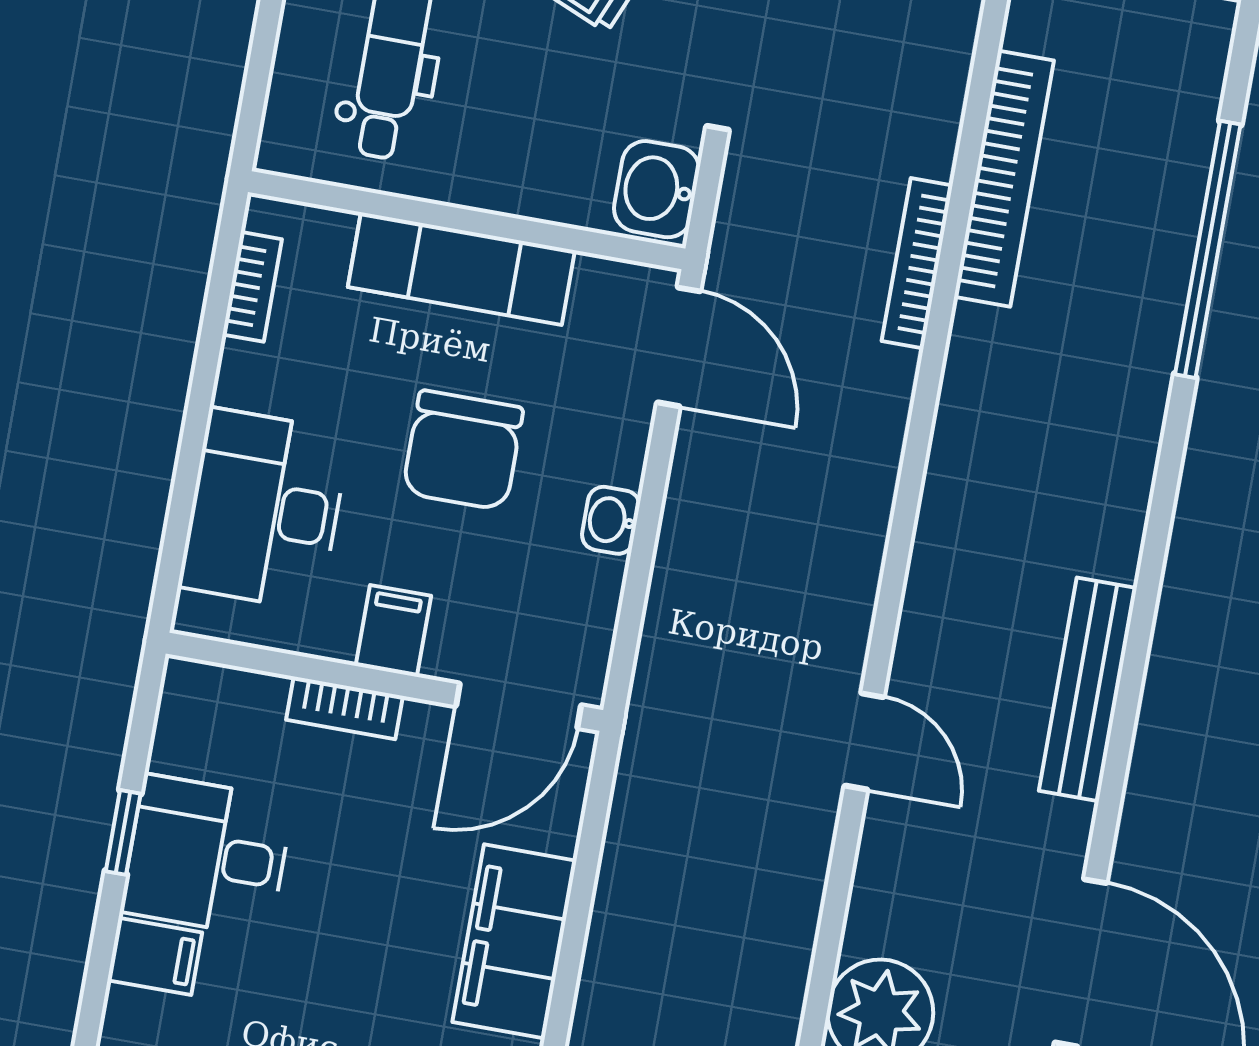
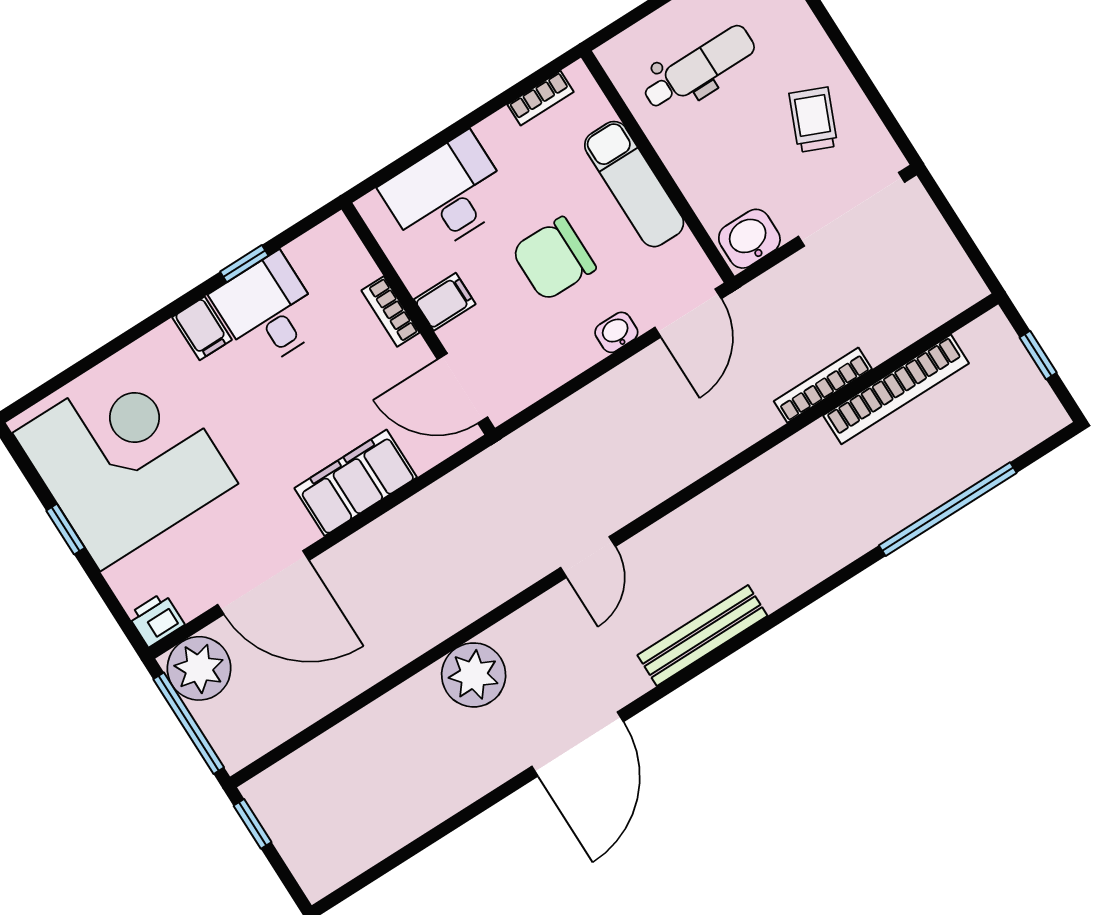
washbasin: (611, 520) -> (616, 332), moved

